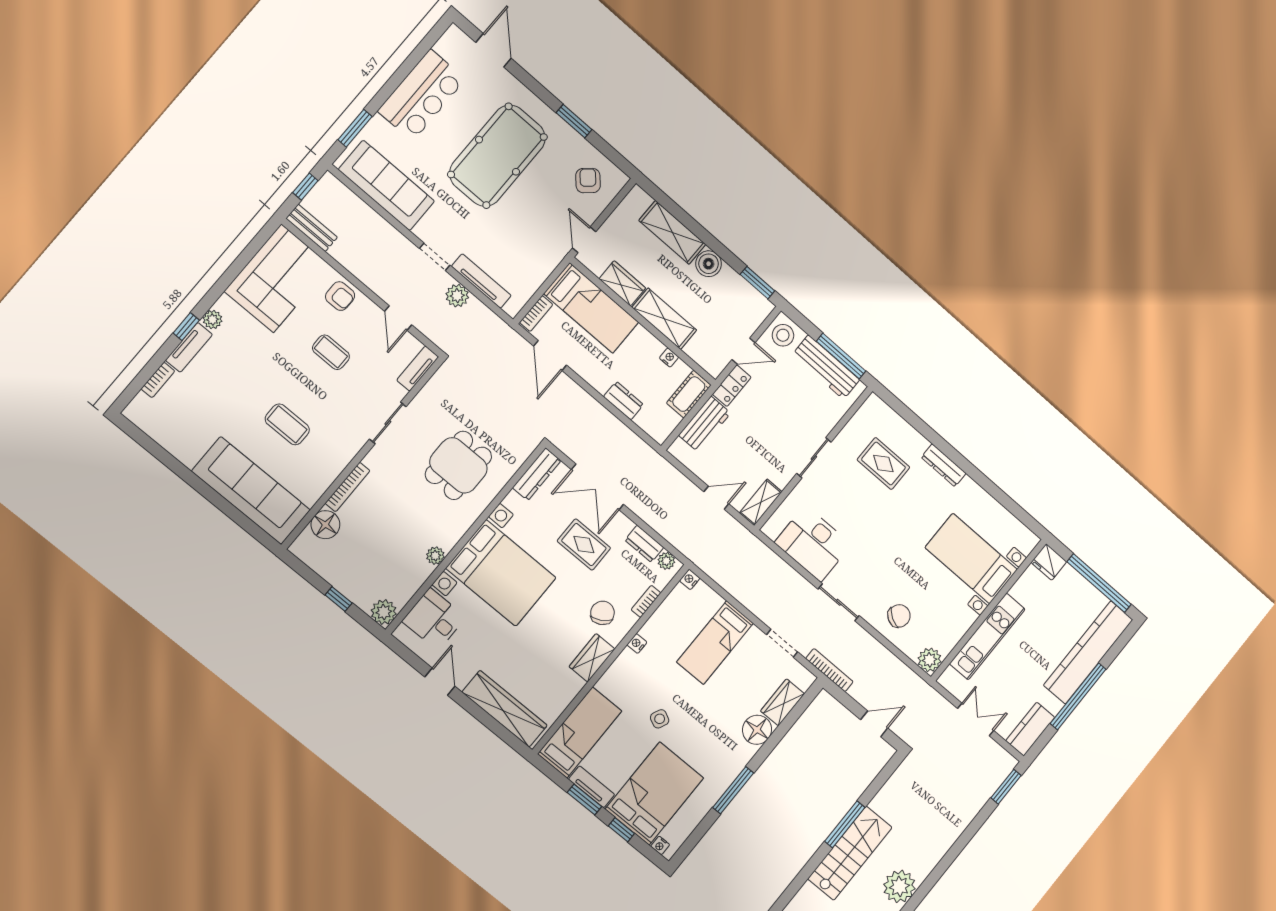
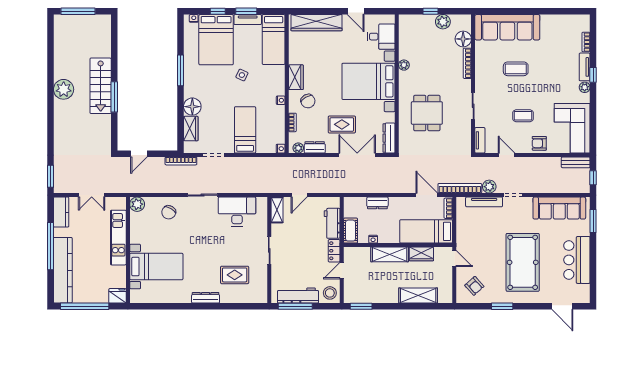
boiler: (709, 264) -> (390, 296), removed
bookcase: (499, 327) -> (460, 188), added
plant: (384, 612) -> (443, 22), moved

